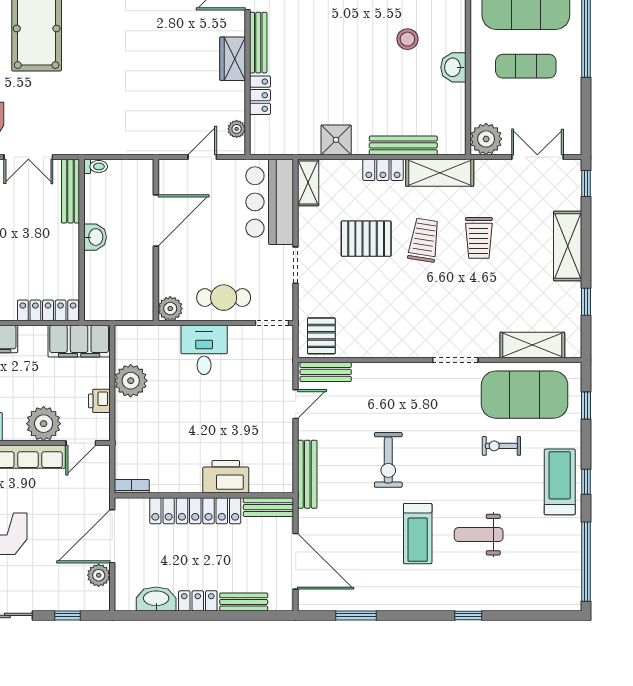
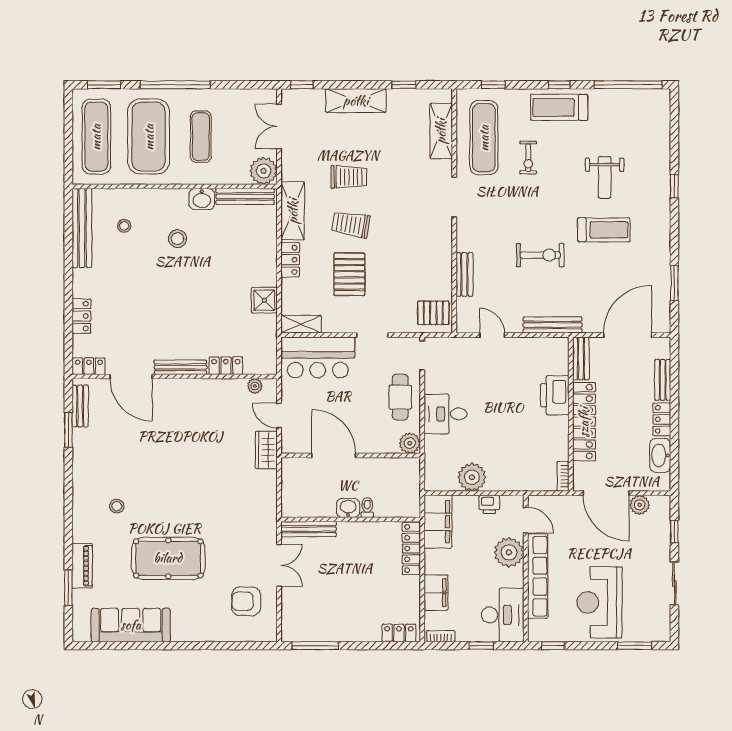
wardrobe: (233, 59) -> (266, 450), moved, turned 90
bench: (403, 145) -> (245, 196), moved, turned 90
toilet: (96, 166) -> (367, 507), moved
bench: (326, 372) -> (464, 274), moved
exercise mat: (525, 395) -> (484, 138), width x0.68

